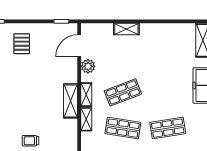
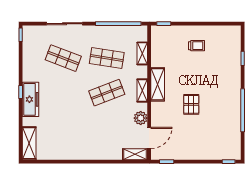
shelving: (126, 29) -> (135, 154), moved
pallet: (22, 44) -> (191, 104), moved
shelving: (86, 119) -> (142, 53), moved
shop shelf: (168, 128) -> (63, 58), turned 30

